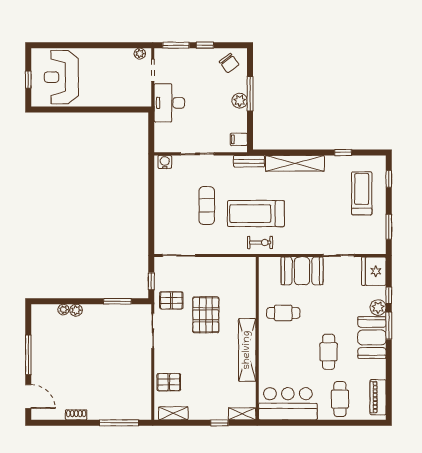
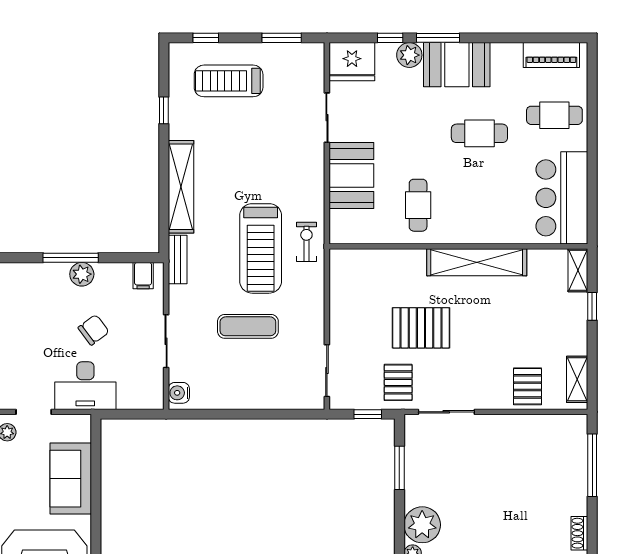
chair: (229, 63) -> (94, 330), moved
sofa: (111, 94) -> (71, 479), added
plant: (76, 310) -> (422, 525), width x1.88, depth x1.88

